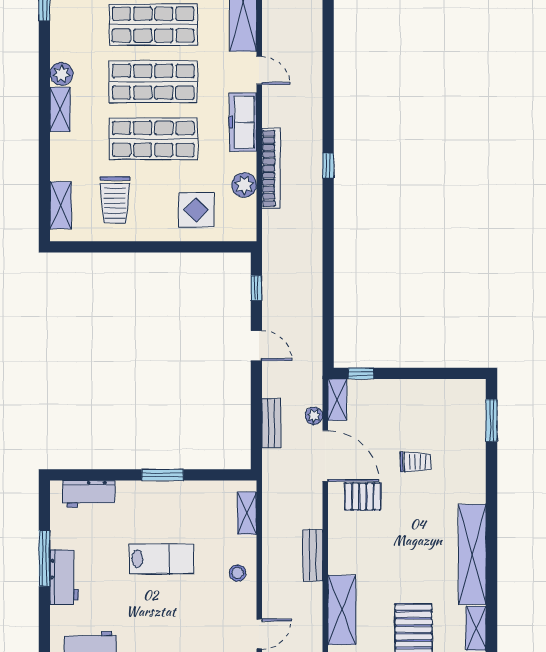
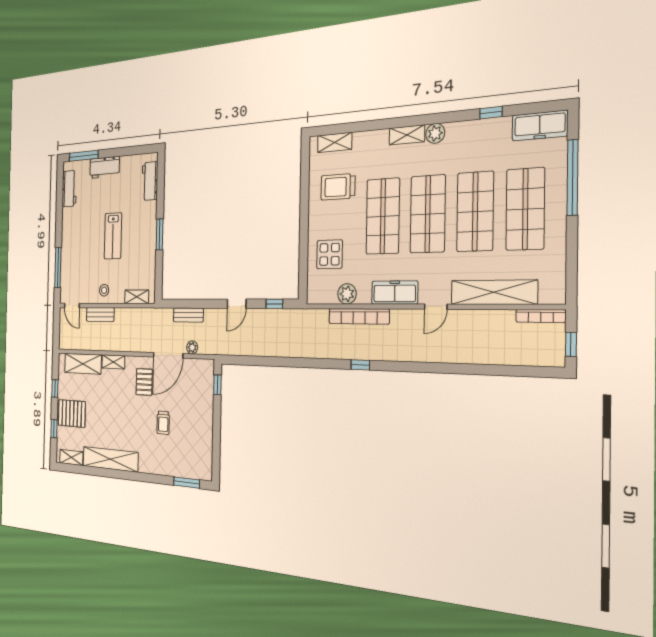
shelving: (337, 400) -> (113, 362), moved
bench: (313, 555) -> (100, 314), moved
window: (44, 558) -> (84, 156), moved

